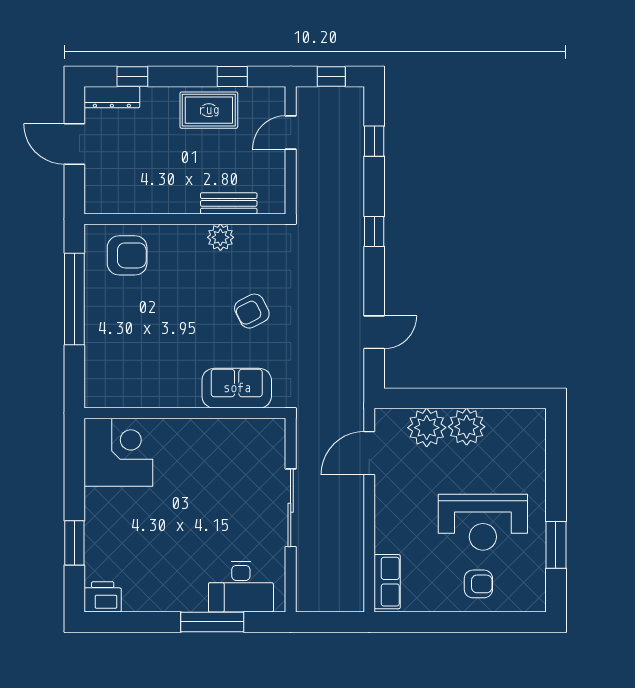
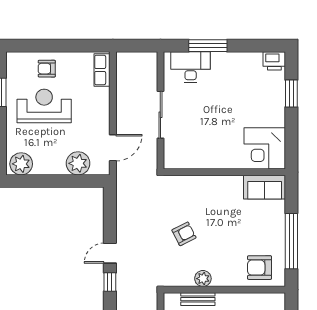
door: (374, 332) -> (110, 253), moved
sofa: (237, 388) -> (265, 187), moved
plant: (467, 427) -> (21, 164), moved

